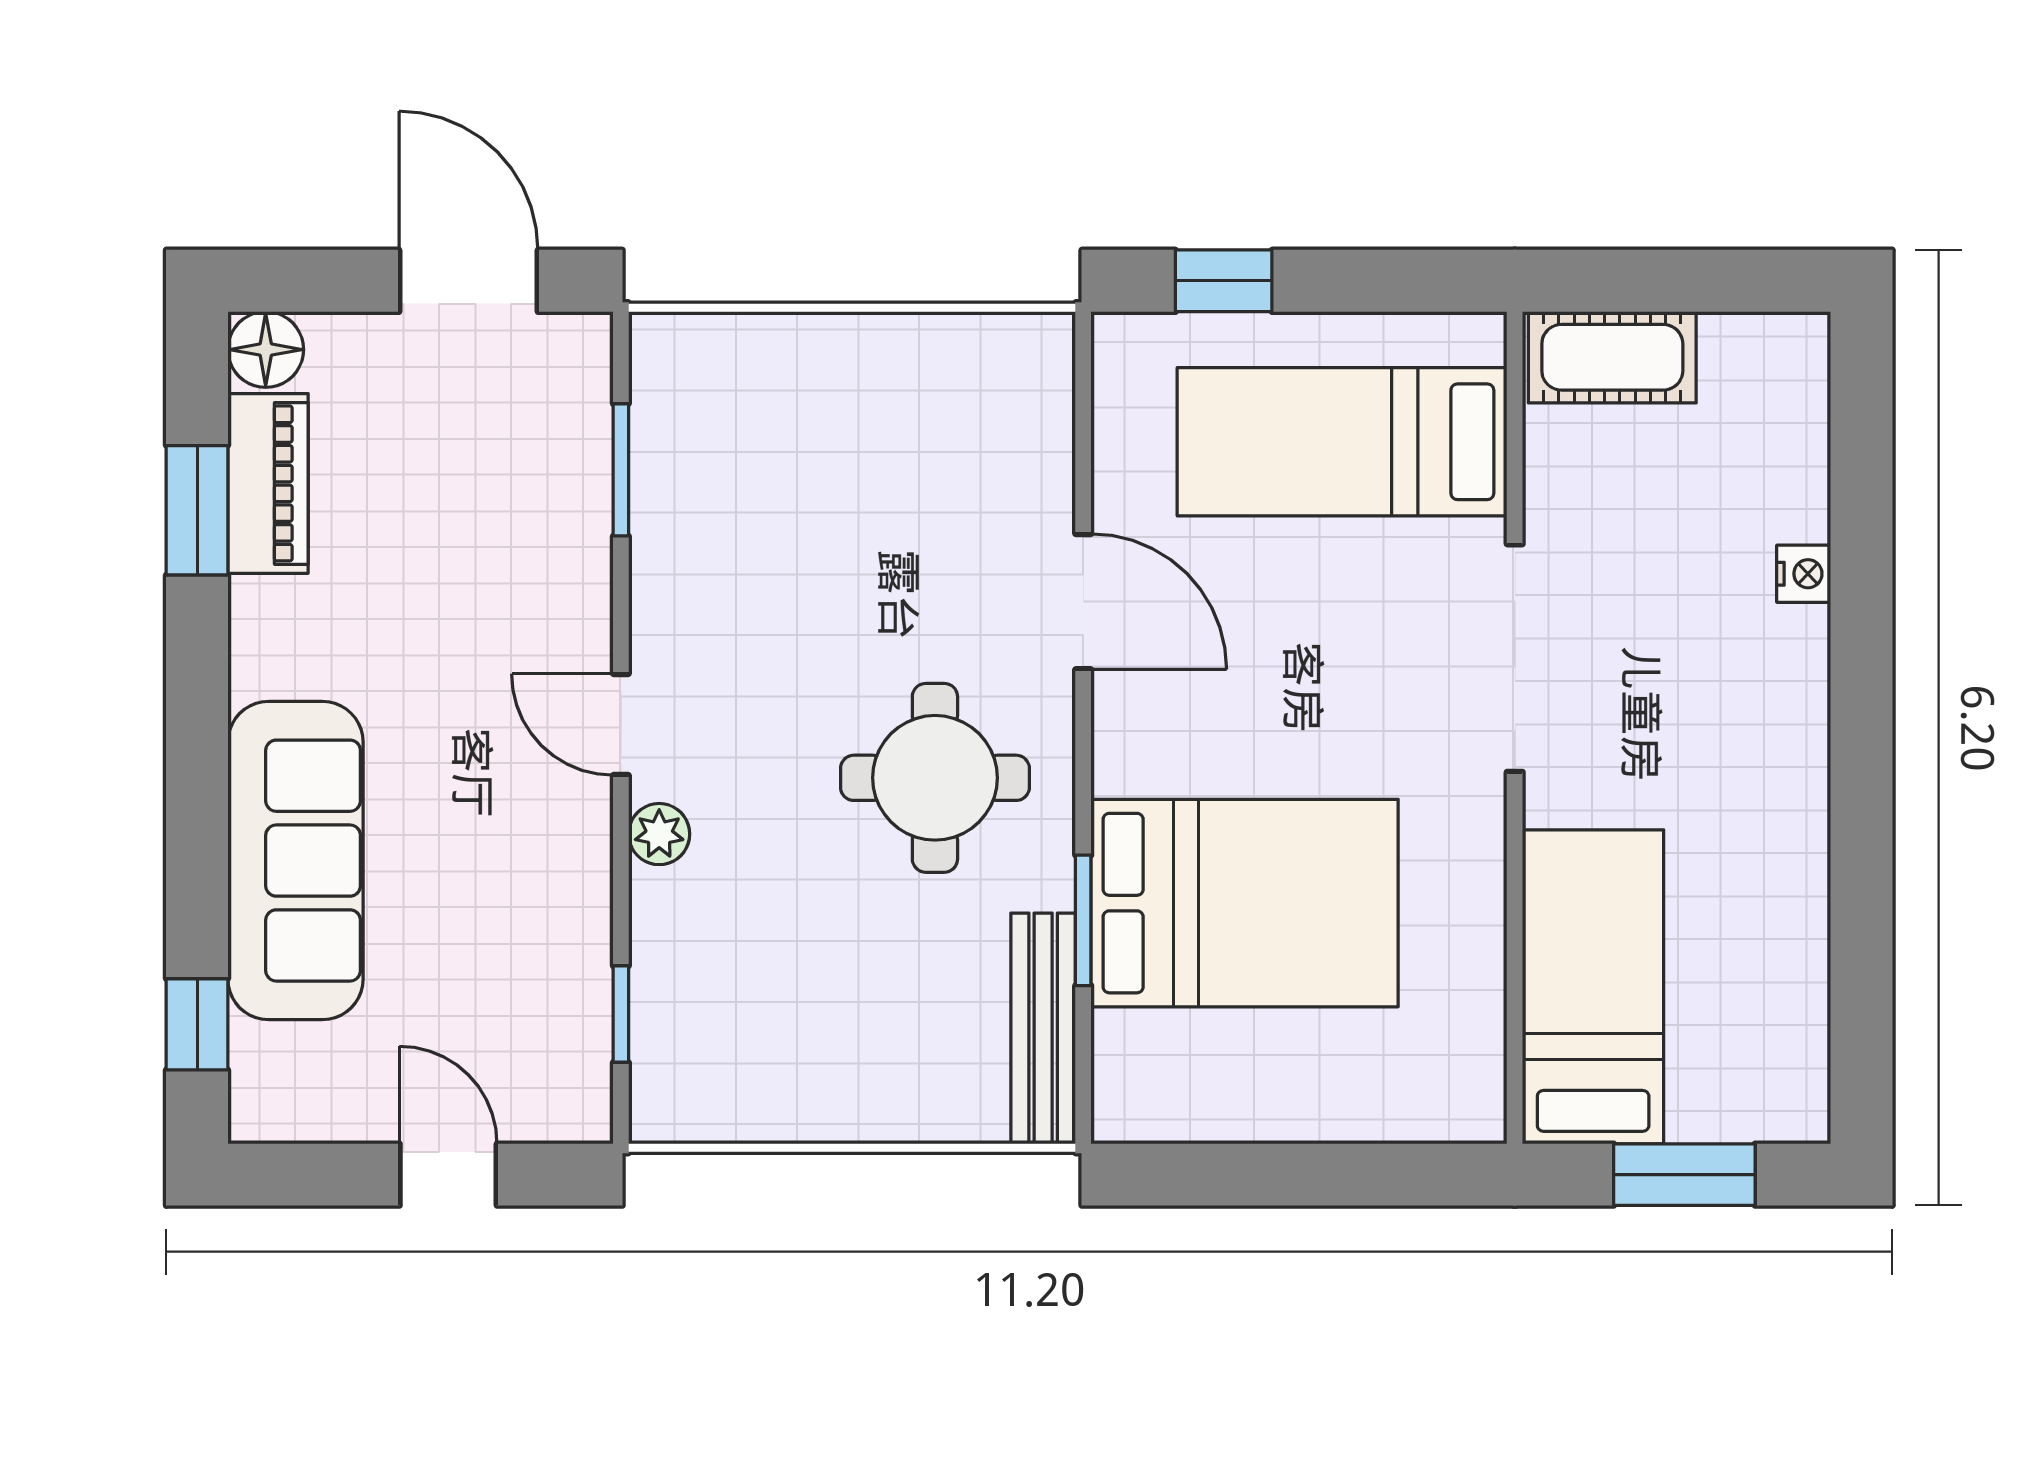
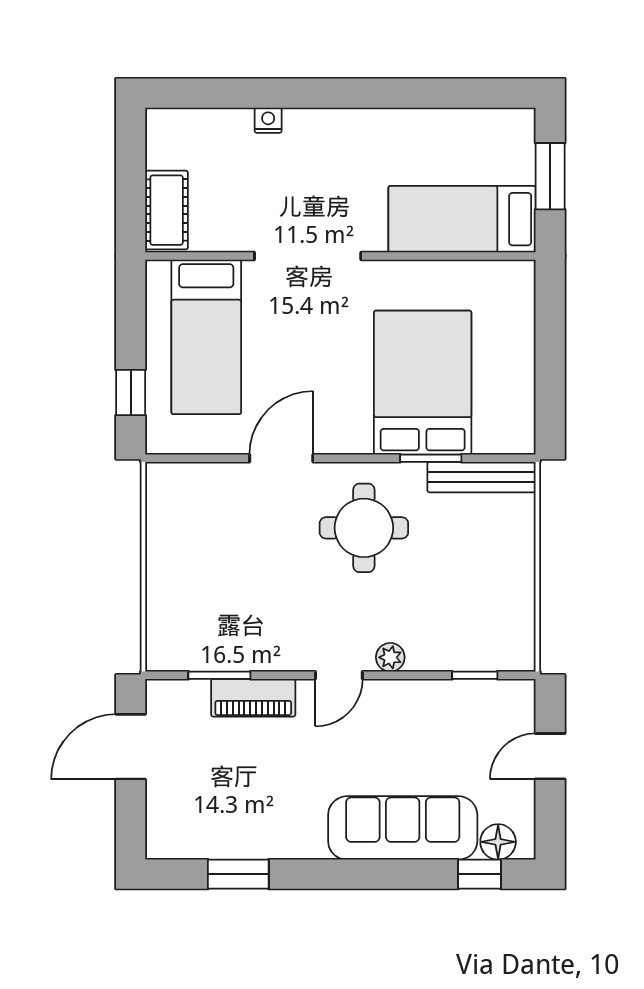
floor lamp: (266, 350) -> (498, 842), moved
piano: (268, 483) -> (253, 698), moved, turned 180

